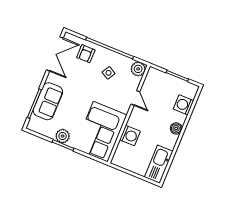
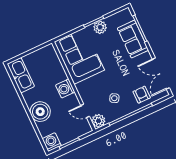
door: (135, 98) -> (85, 111), moved
washing machine: (184, 105) -> (52, 142), moved, turned -90
boiler: (176, 128) -> (40, 112), width x1.86, depth x1.86
washing machine: (130, 135) -> (65, 88), moved

